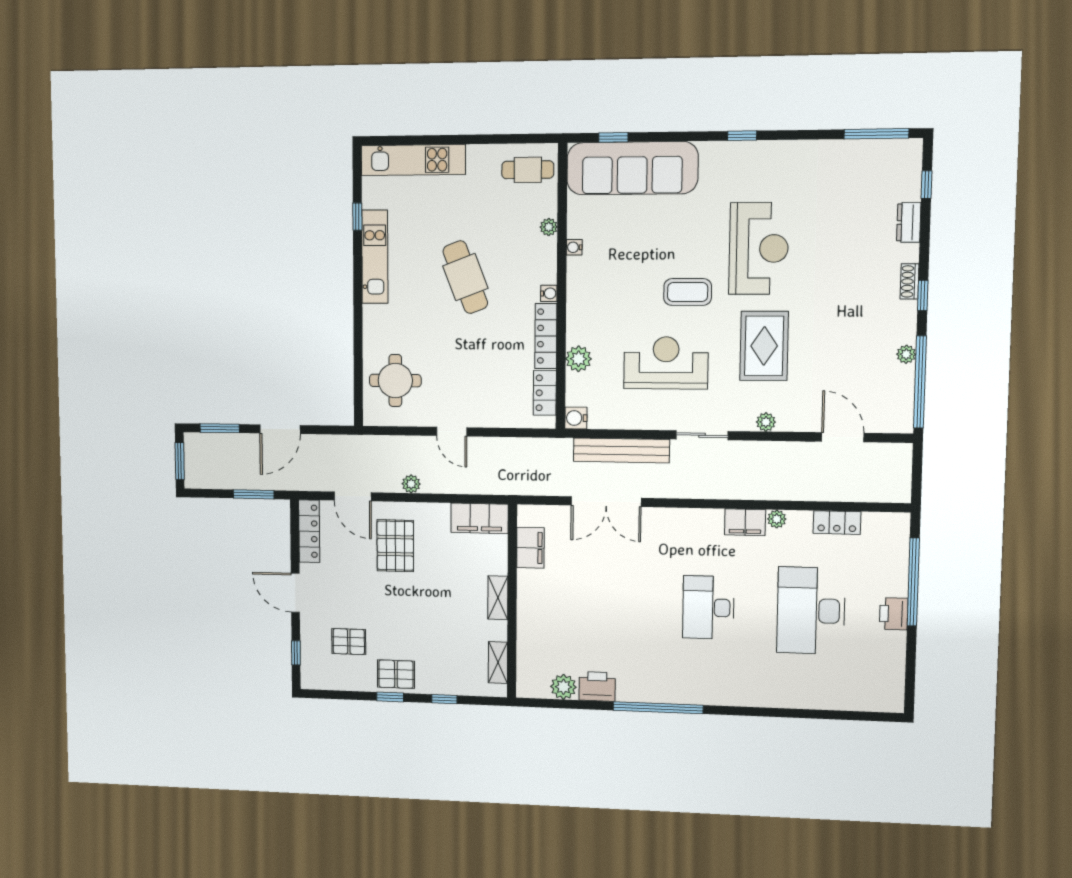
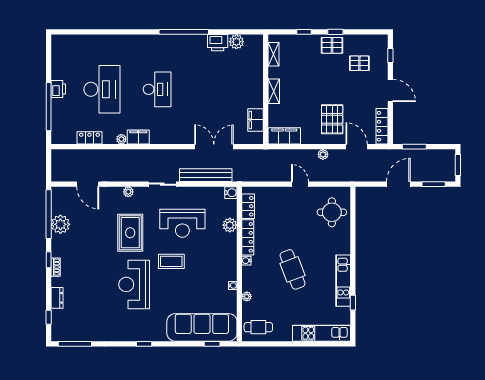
plant: (906, 354) -> (60, 224), width x1.87, depth x1.87

